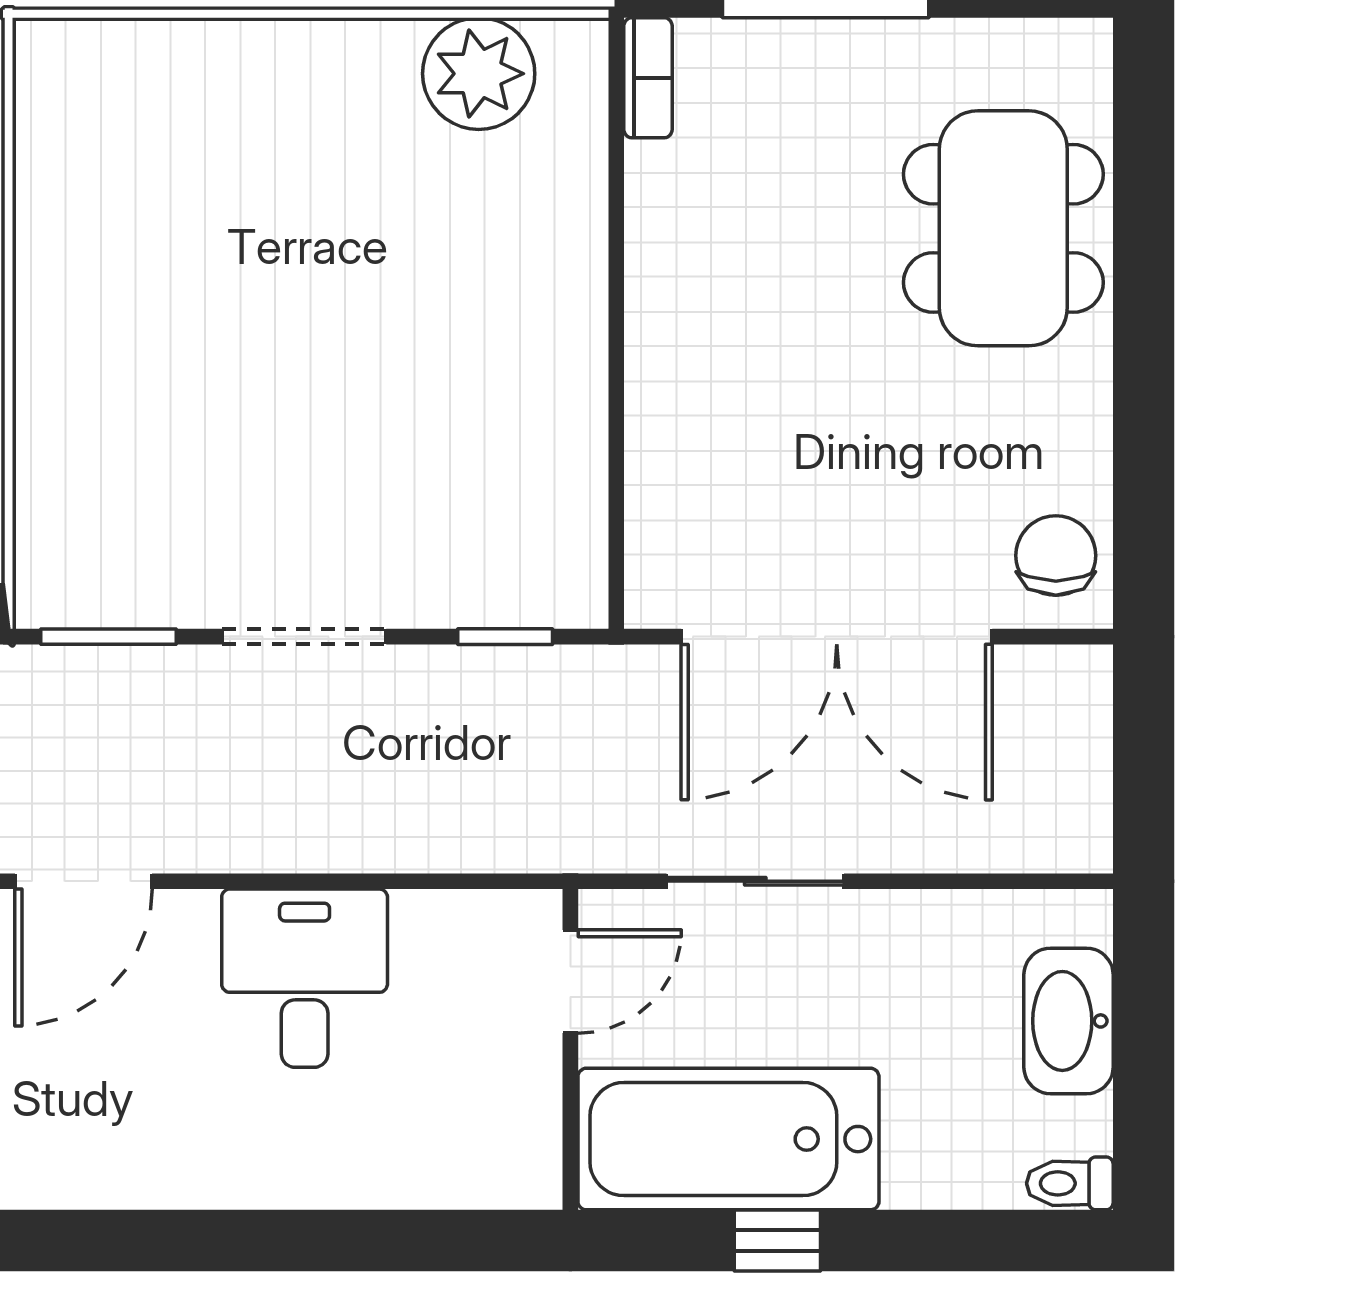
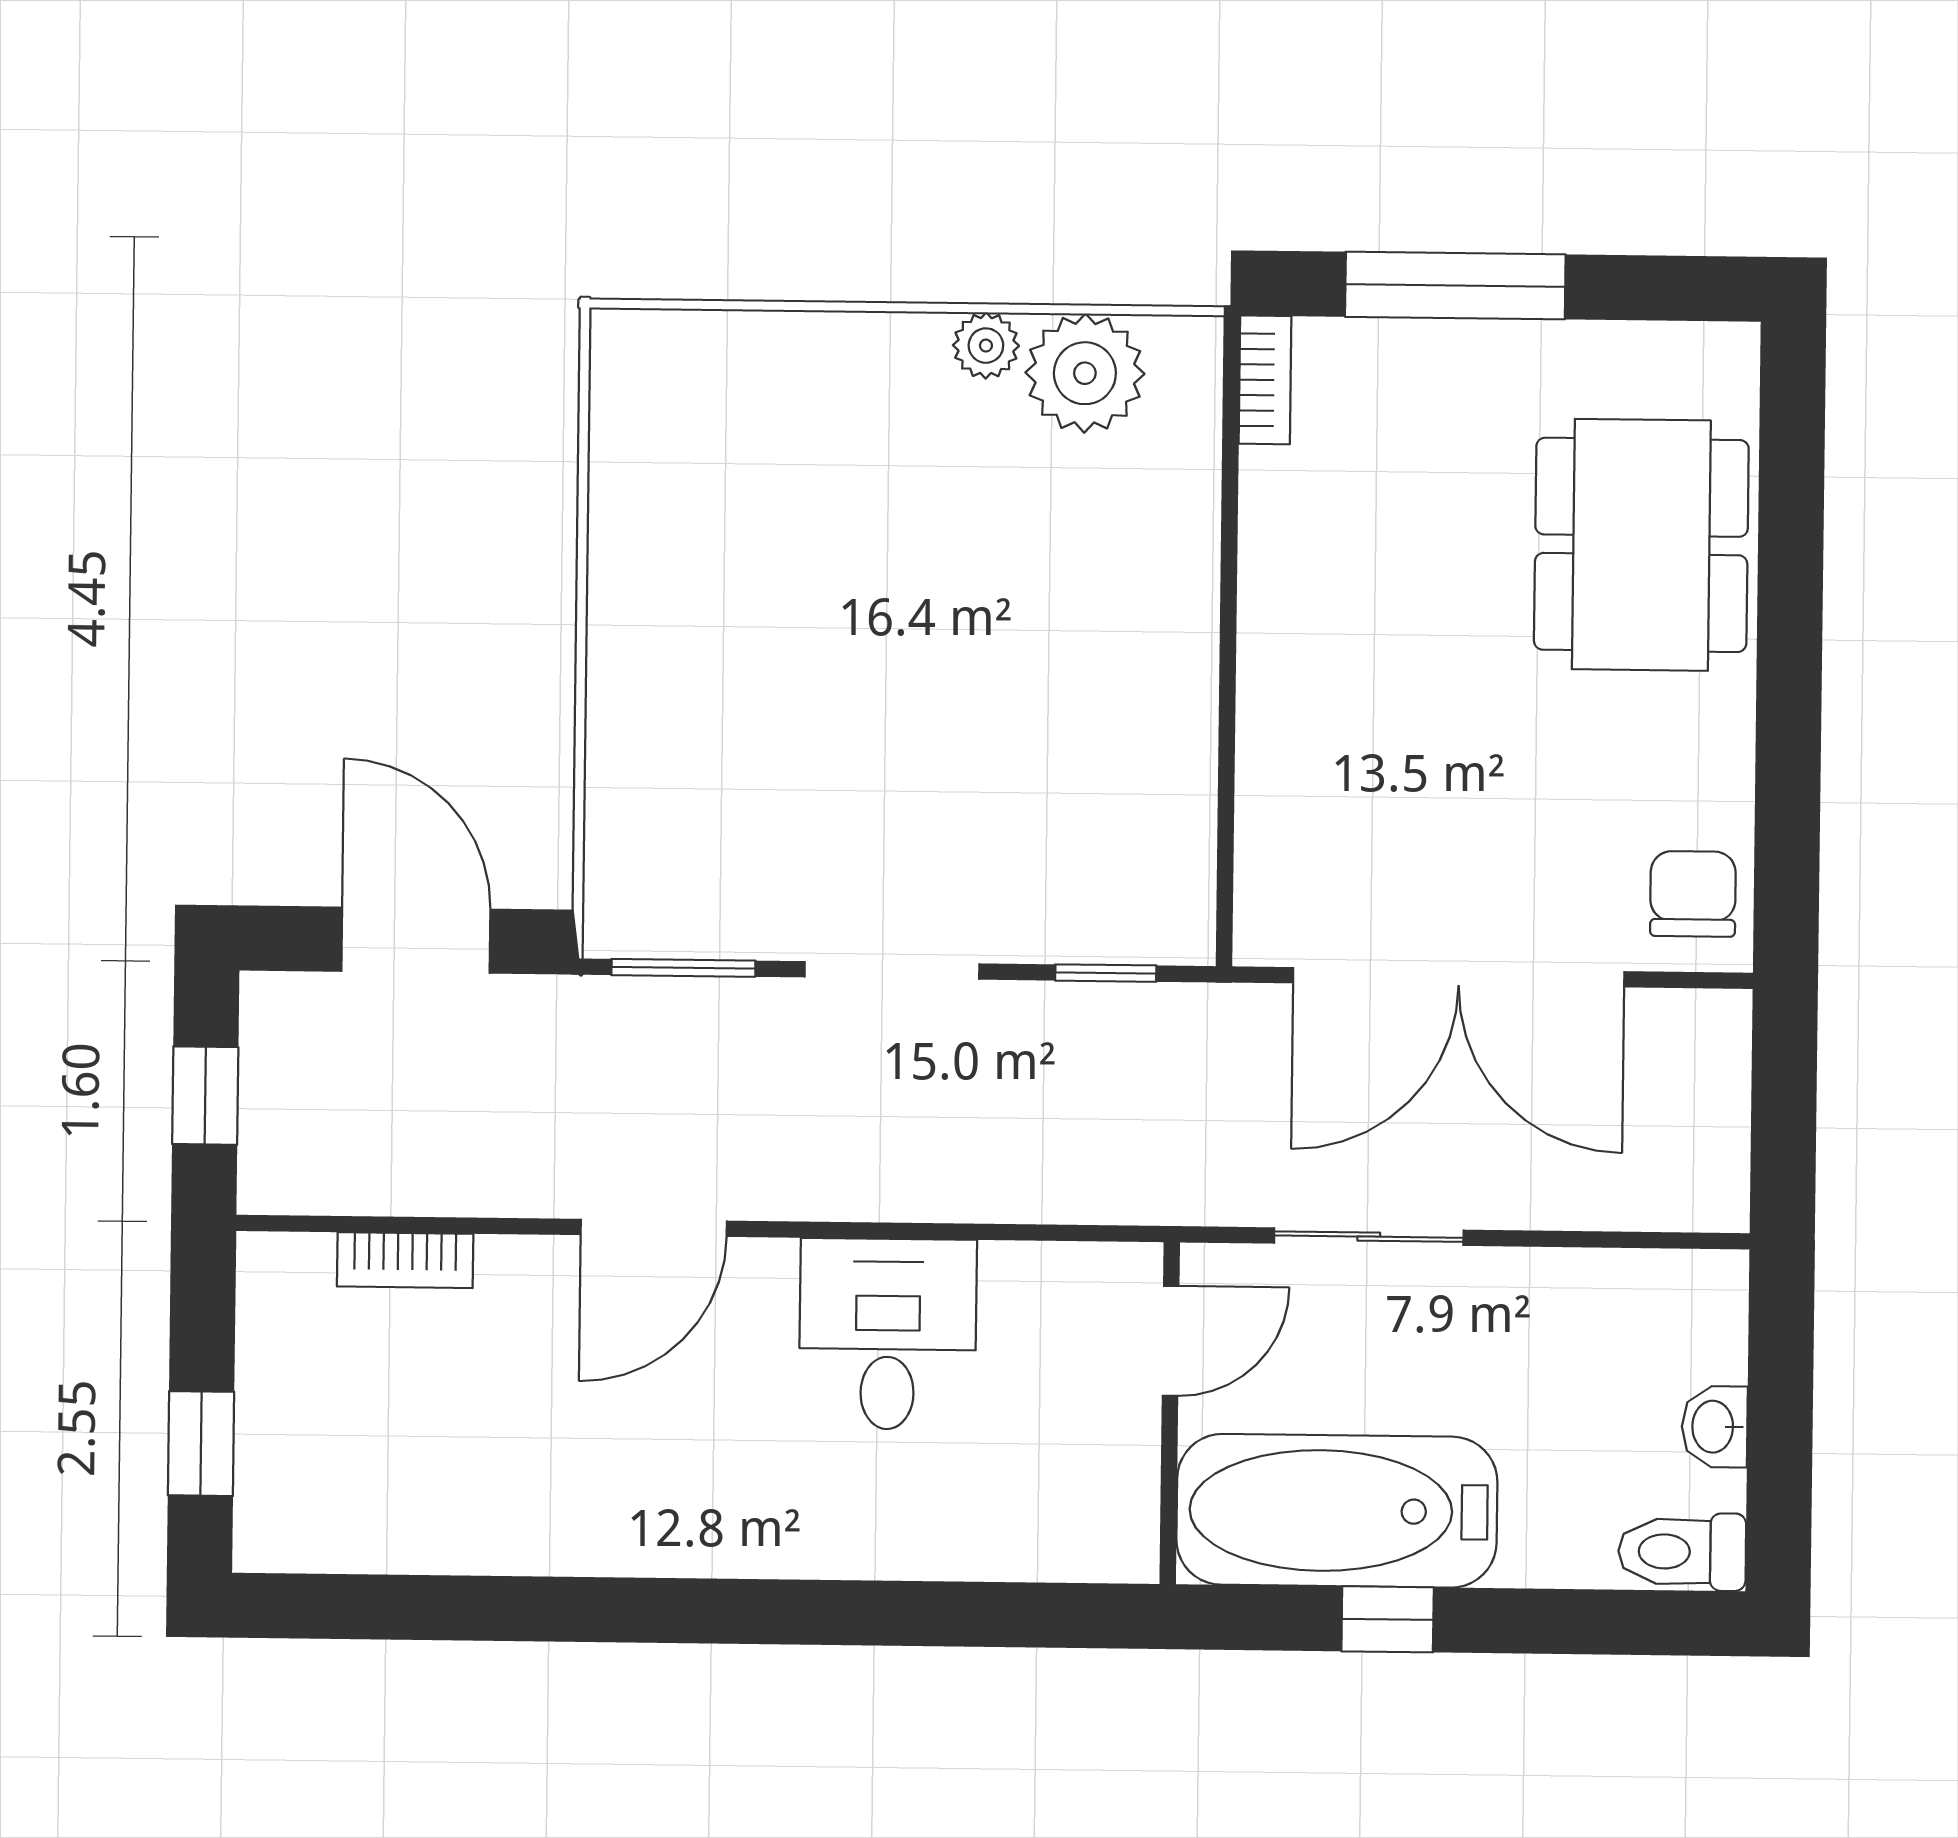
plant: (385, 49) -> (986, 346), added
washbasin: (1069, 1021) -> (1715, 1427), width x0.52, depth x0.69
toilet: (1070, 1183) -> (1682, 1552), width x1.37, depth x1.39

